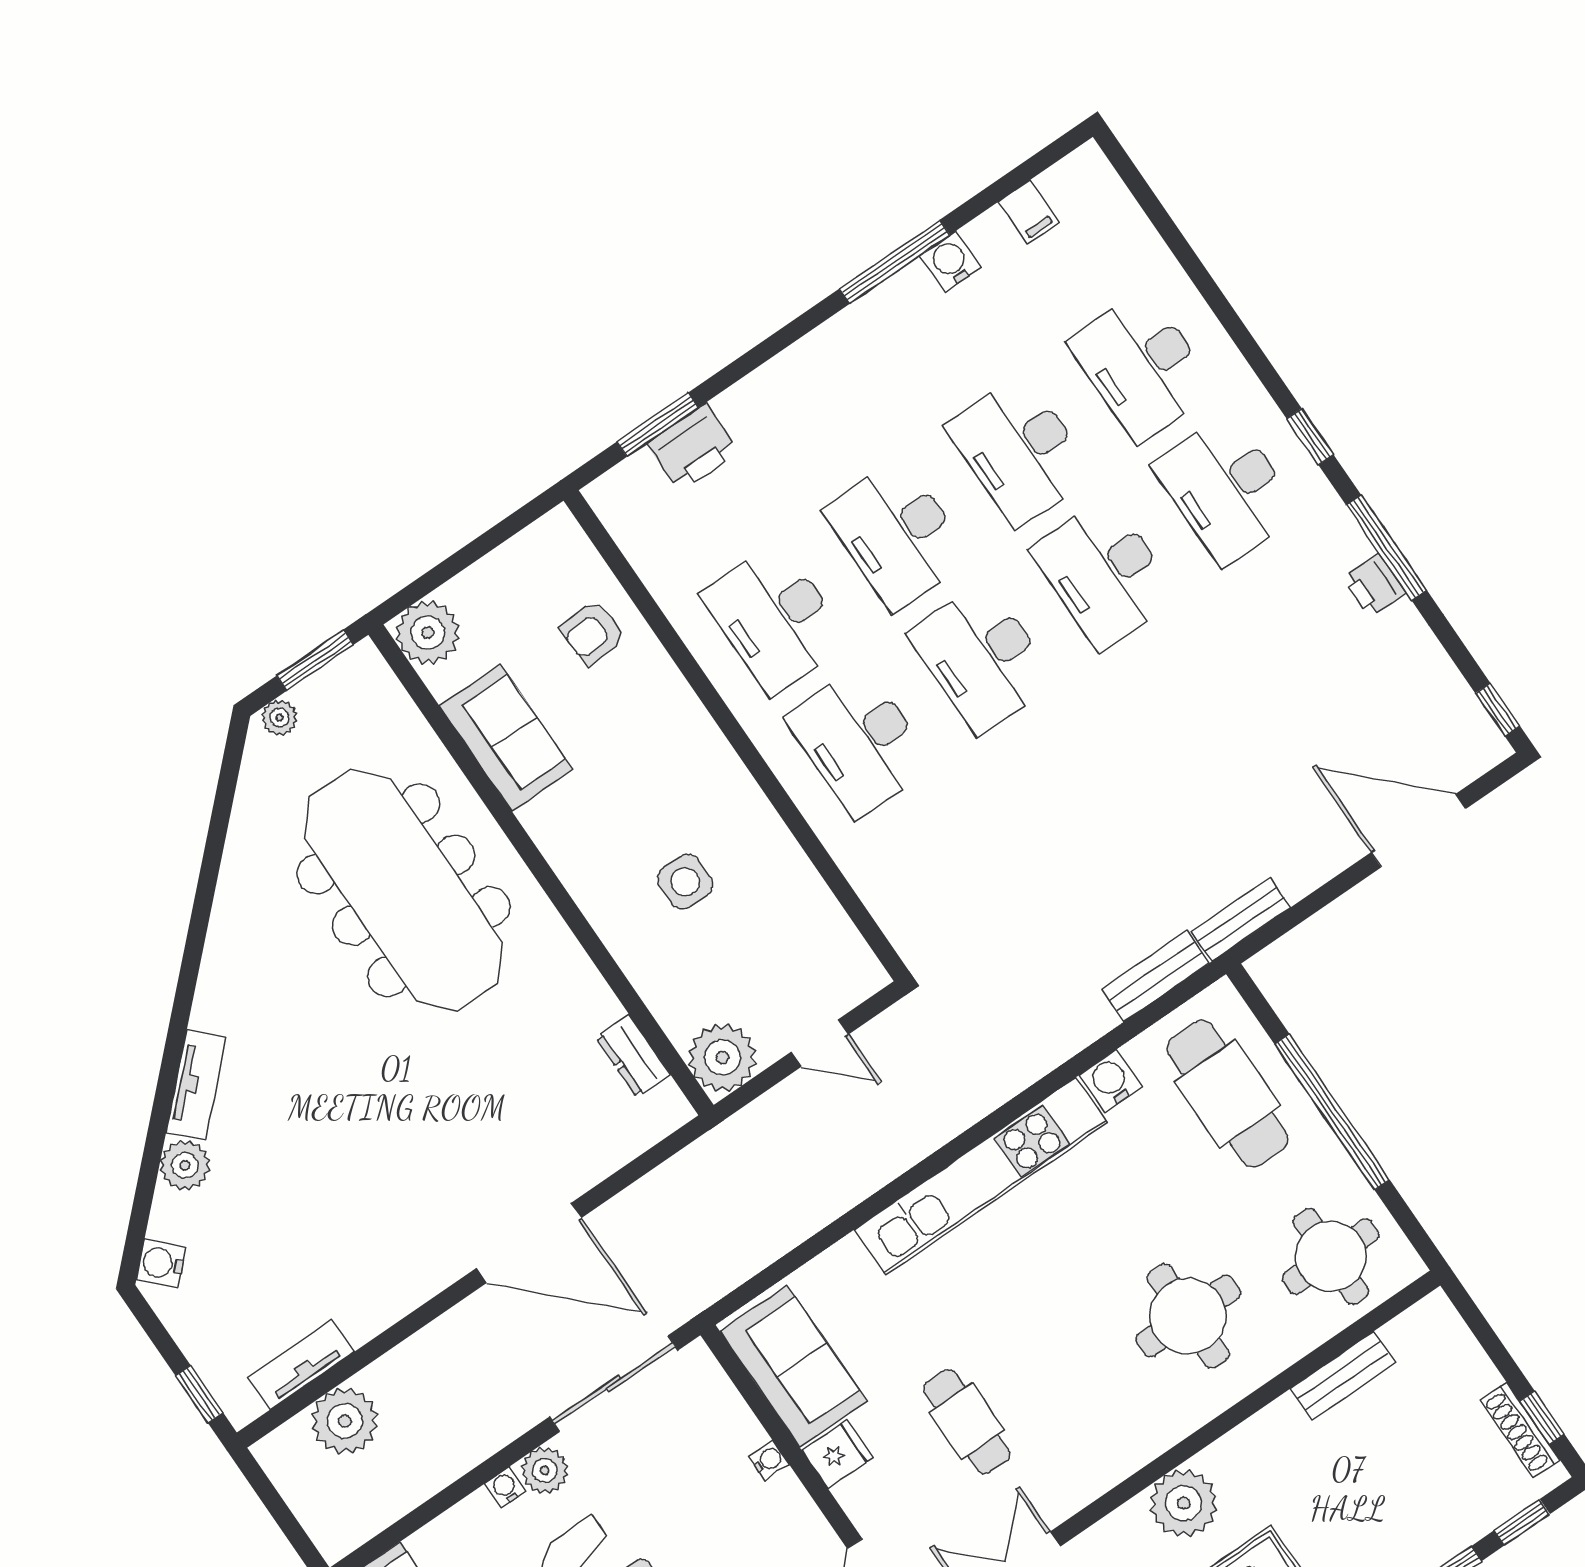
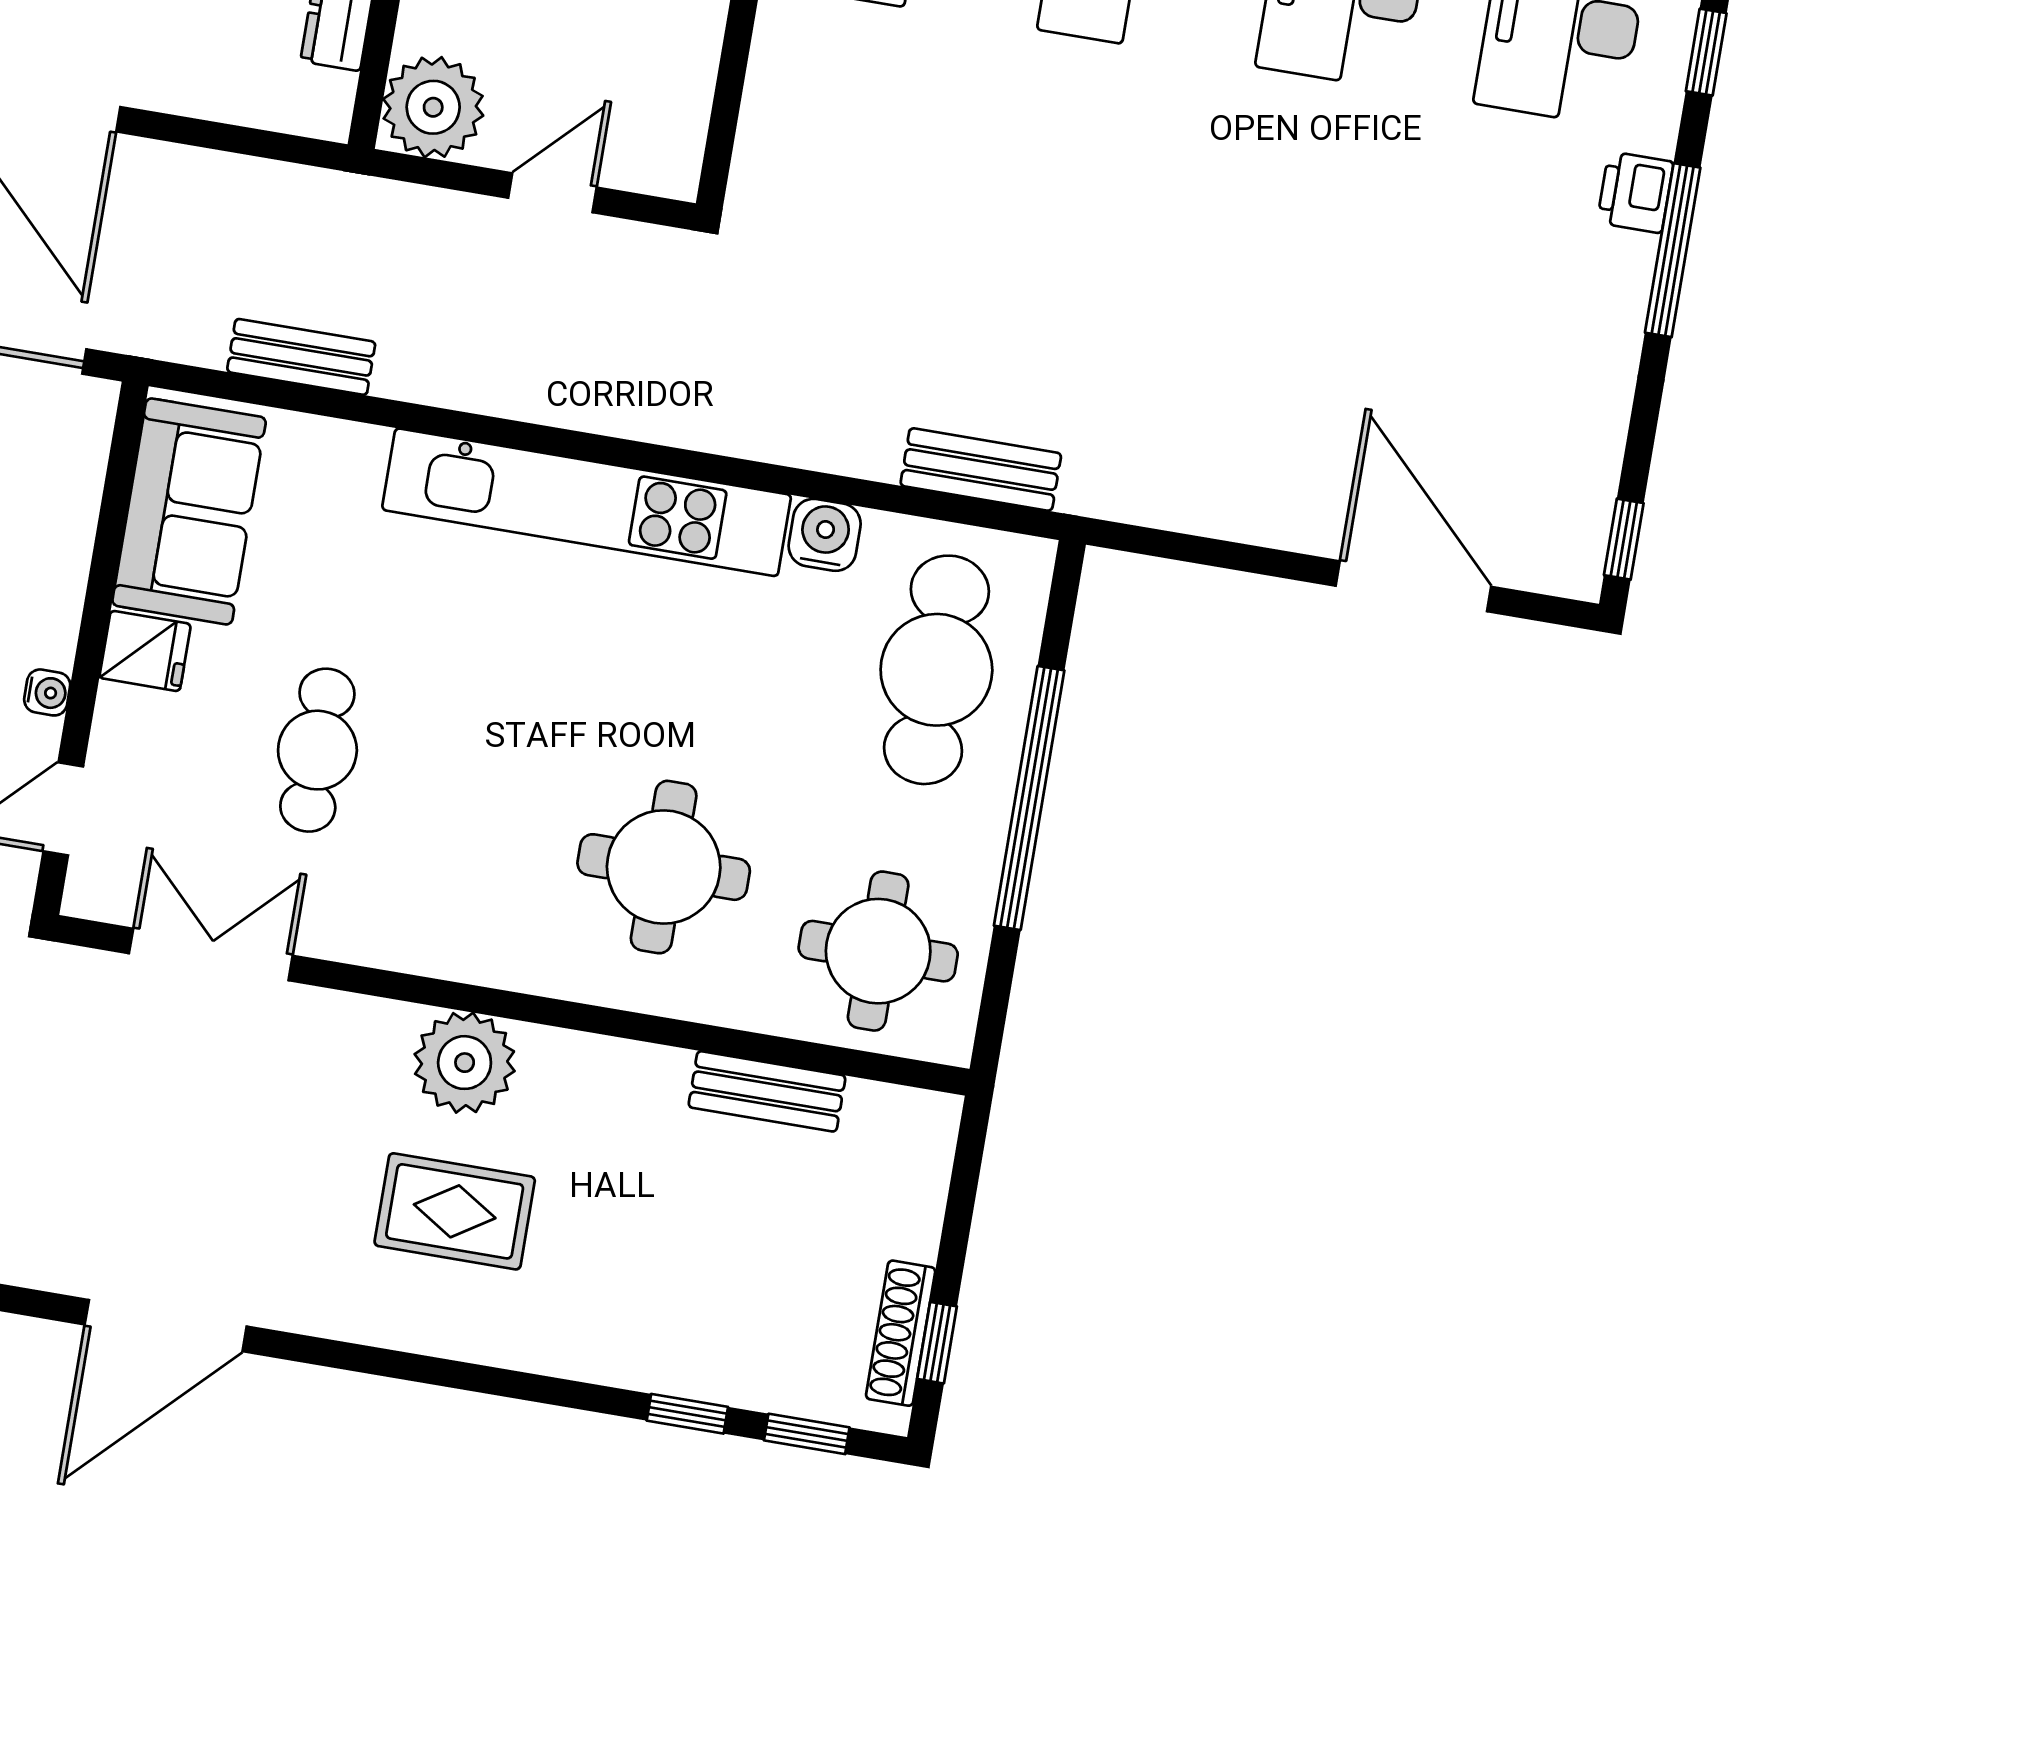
printer: (1374, 585) -> (1635, 192), moved
bench: (1241, 919) -> (301, 357), moved
door: (820, 1043) -> (552, 193), swing flipped
water cooler: (769, 1460) -> (47, 692), moved

